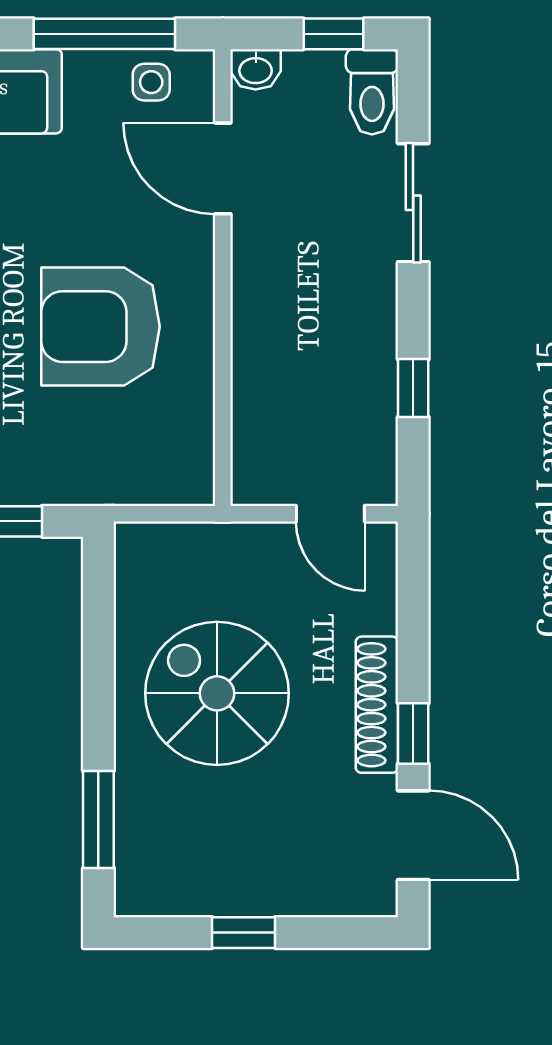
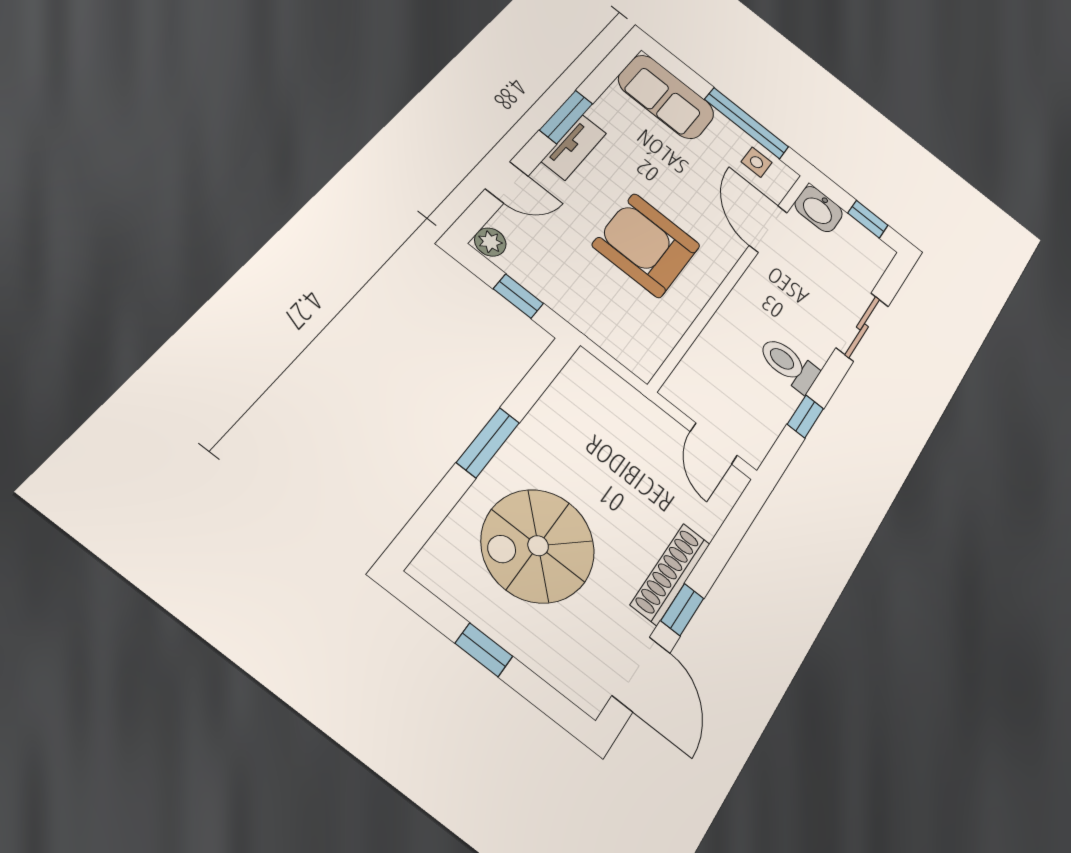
washbasin: (256, 69) -> (819, 209), width x1.38, depth x1.45
toilet: (372, 92) -> (789, 364), moved, turned 90
spiral stairs: (217, 693) -> (538, 546), moved, turned -90
window: (98, 819) -> (488, 442), moved

